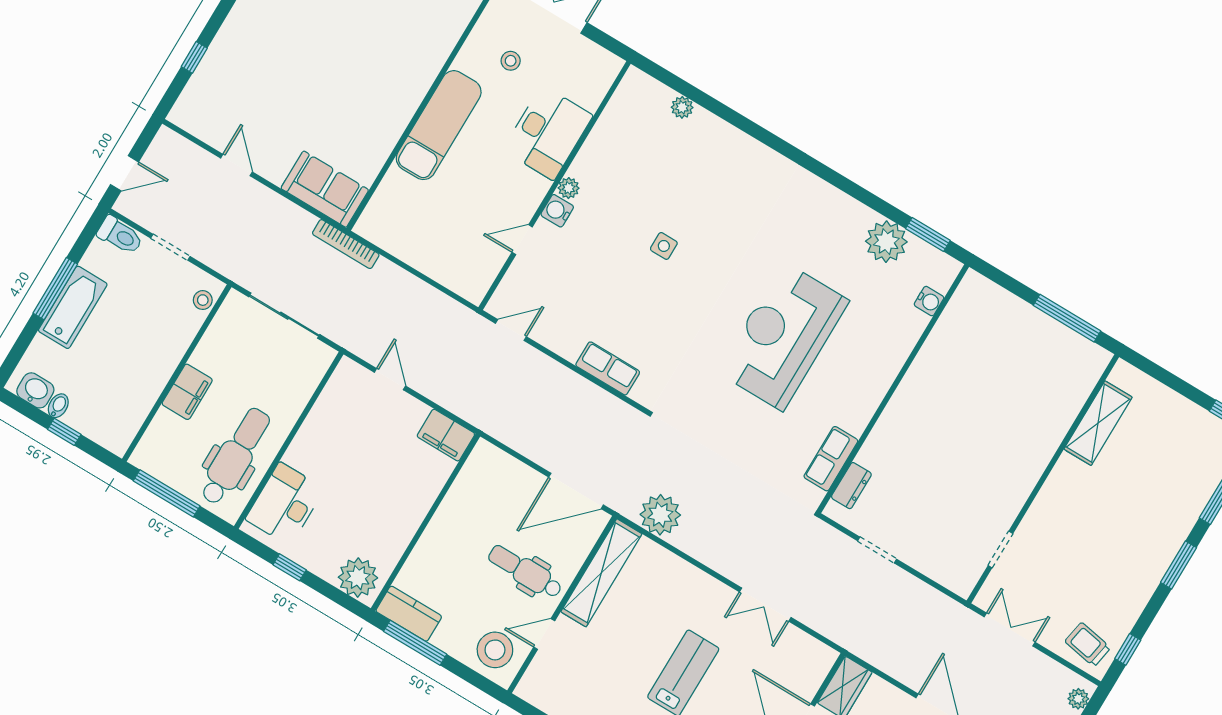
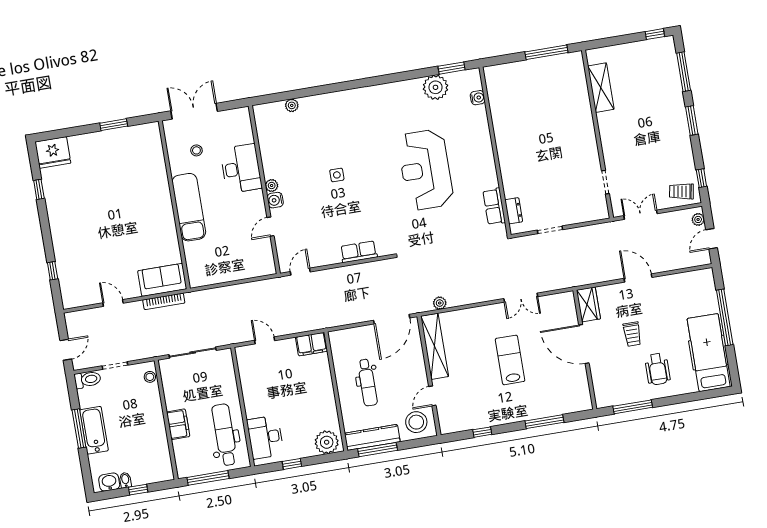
bookcase: (346, 244) -> (164, 301), moved
plant: (660, 515) -> (440, 303), width x0.53, depth x0.53
dental chair: (525, 572) -> (367, 383), moved, turned -90
kitchen counter: (409, 614) -> (372, 437), width x1.50

